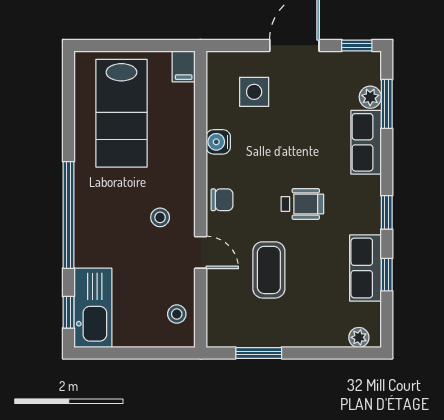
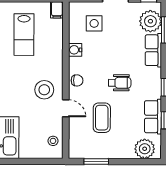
plant: (370, 97) -> (150, 21), width x1.88, depth x1.88
lab bench: (121, 113) -> (24, 35), width x0.73, depth x0.72
stool: (160, 217) -> (44, 90), width x1.89, depth x1.89
plant: (359, 337) -> (145, 149), width x1.88, depth x1.88

